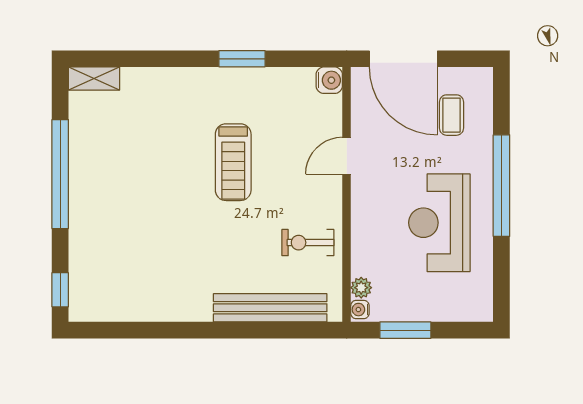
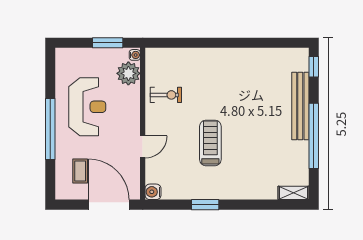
plant: (361, 288) -> (128, 73), width x1.88, depth x1.88
bench: (270, 308) -> (300, 106), moved, turned 90

